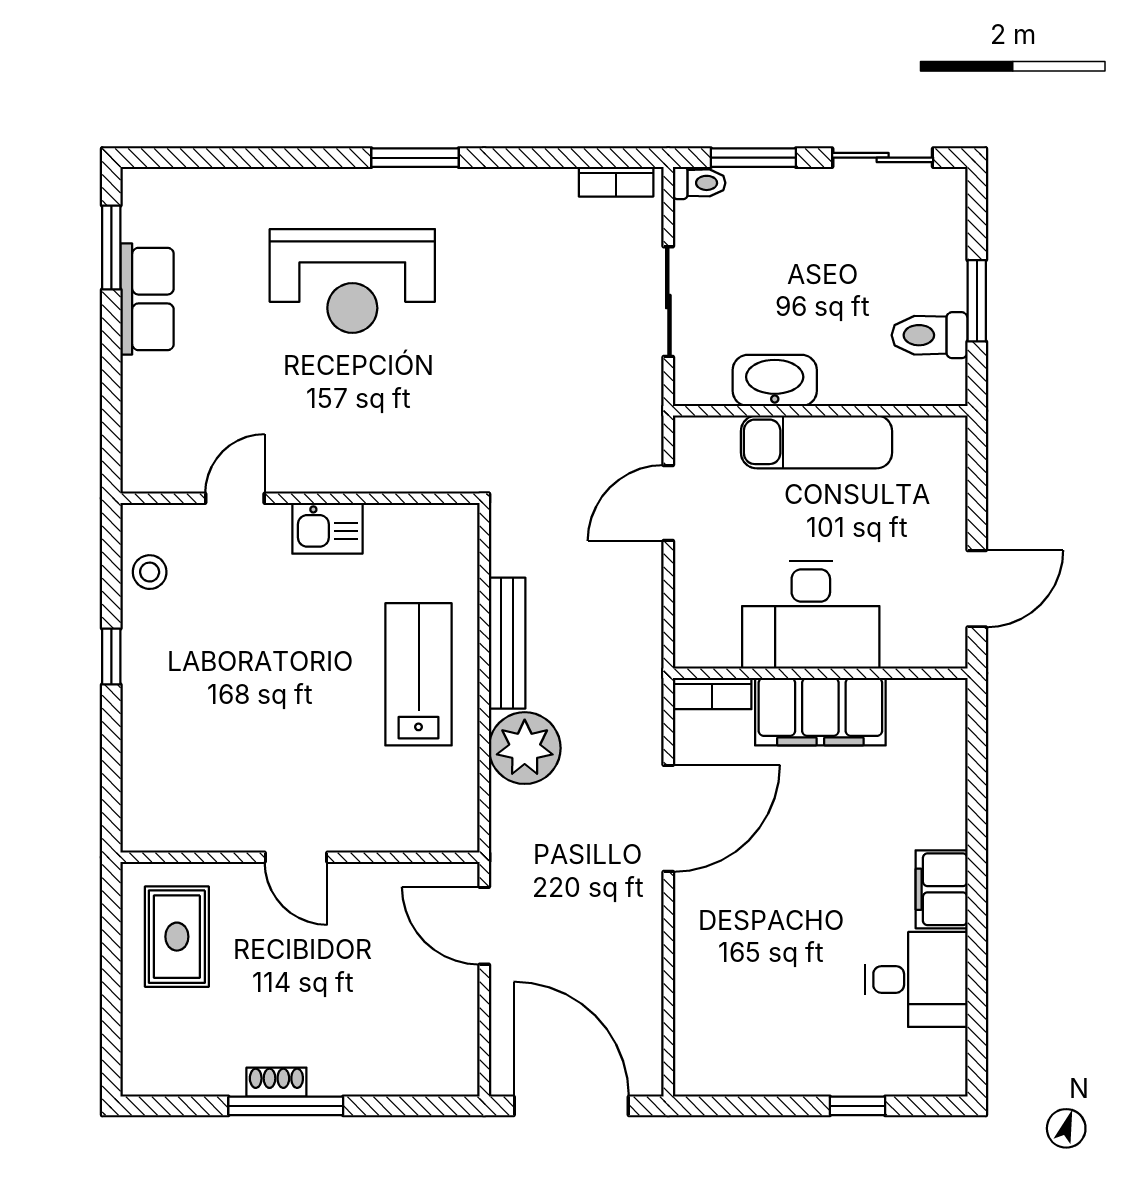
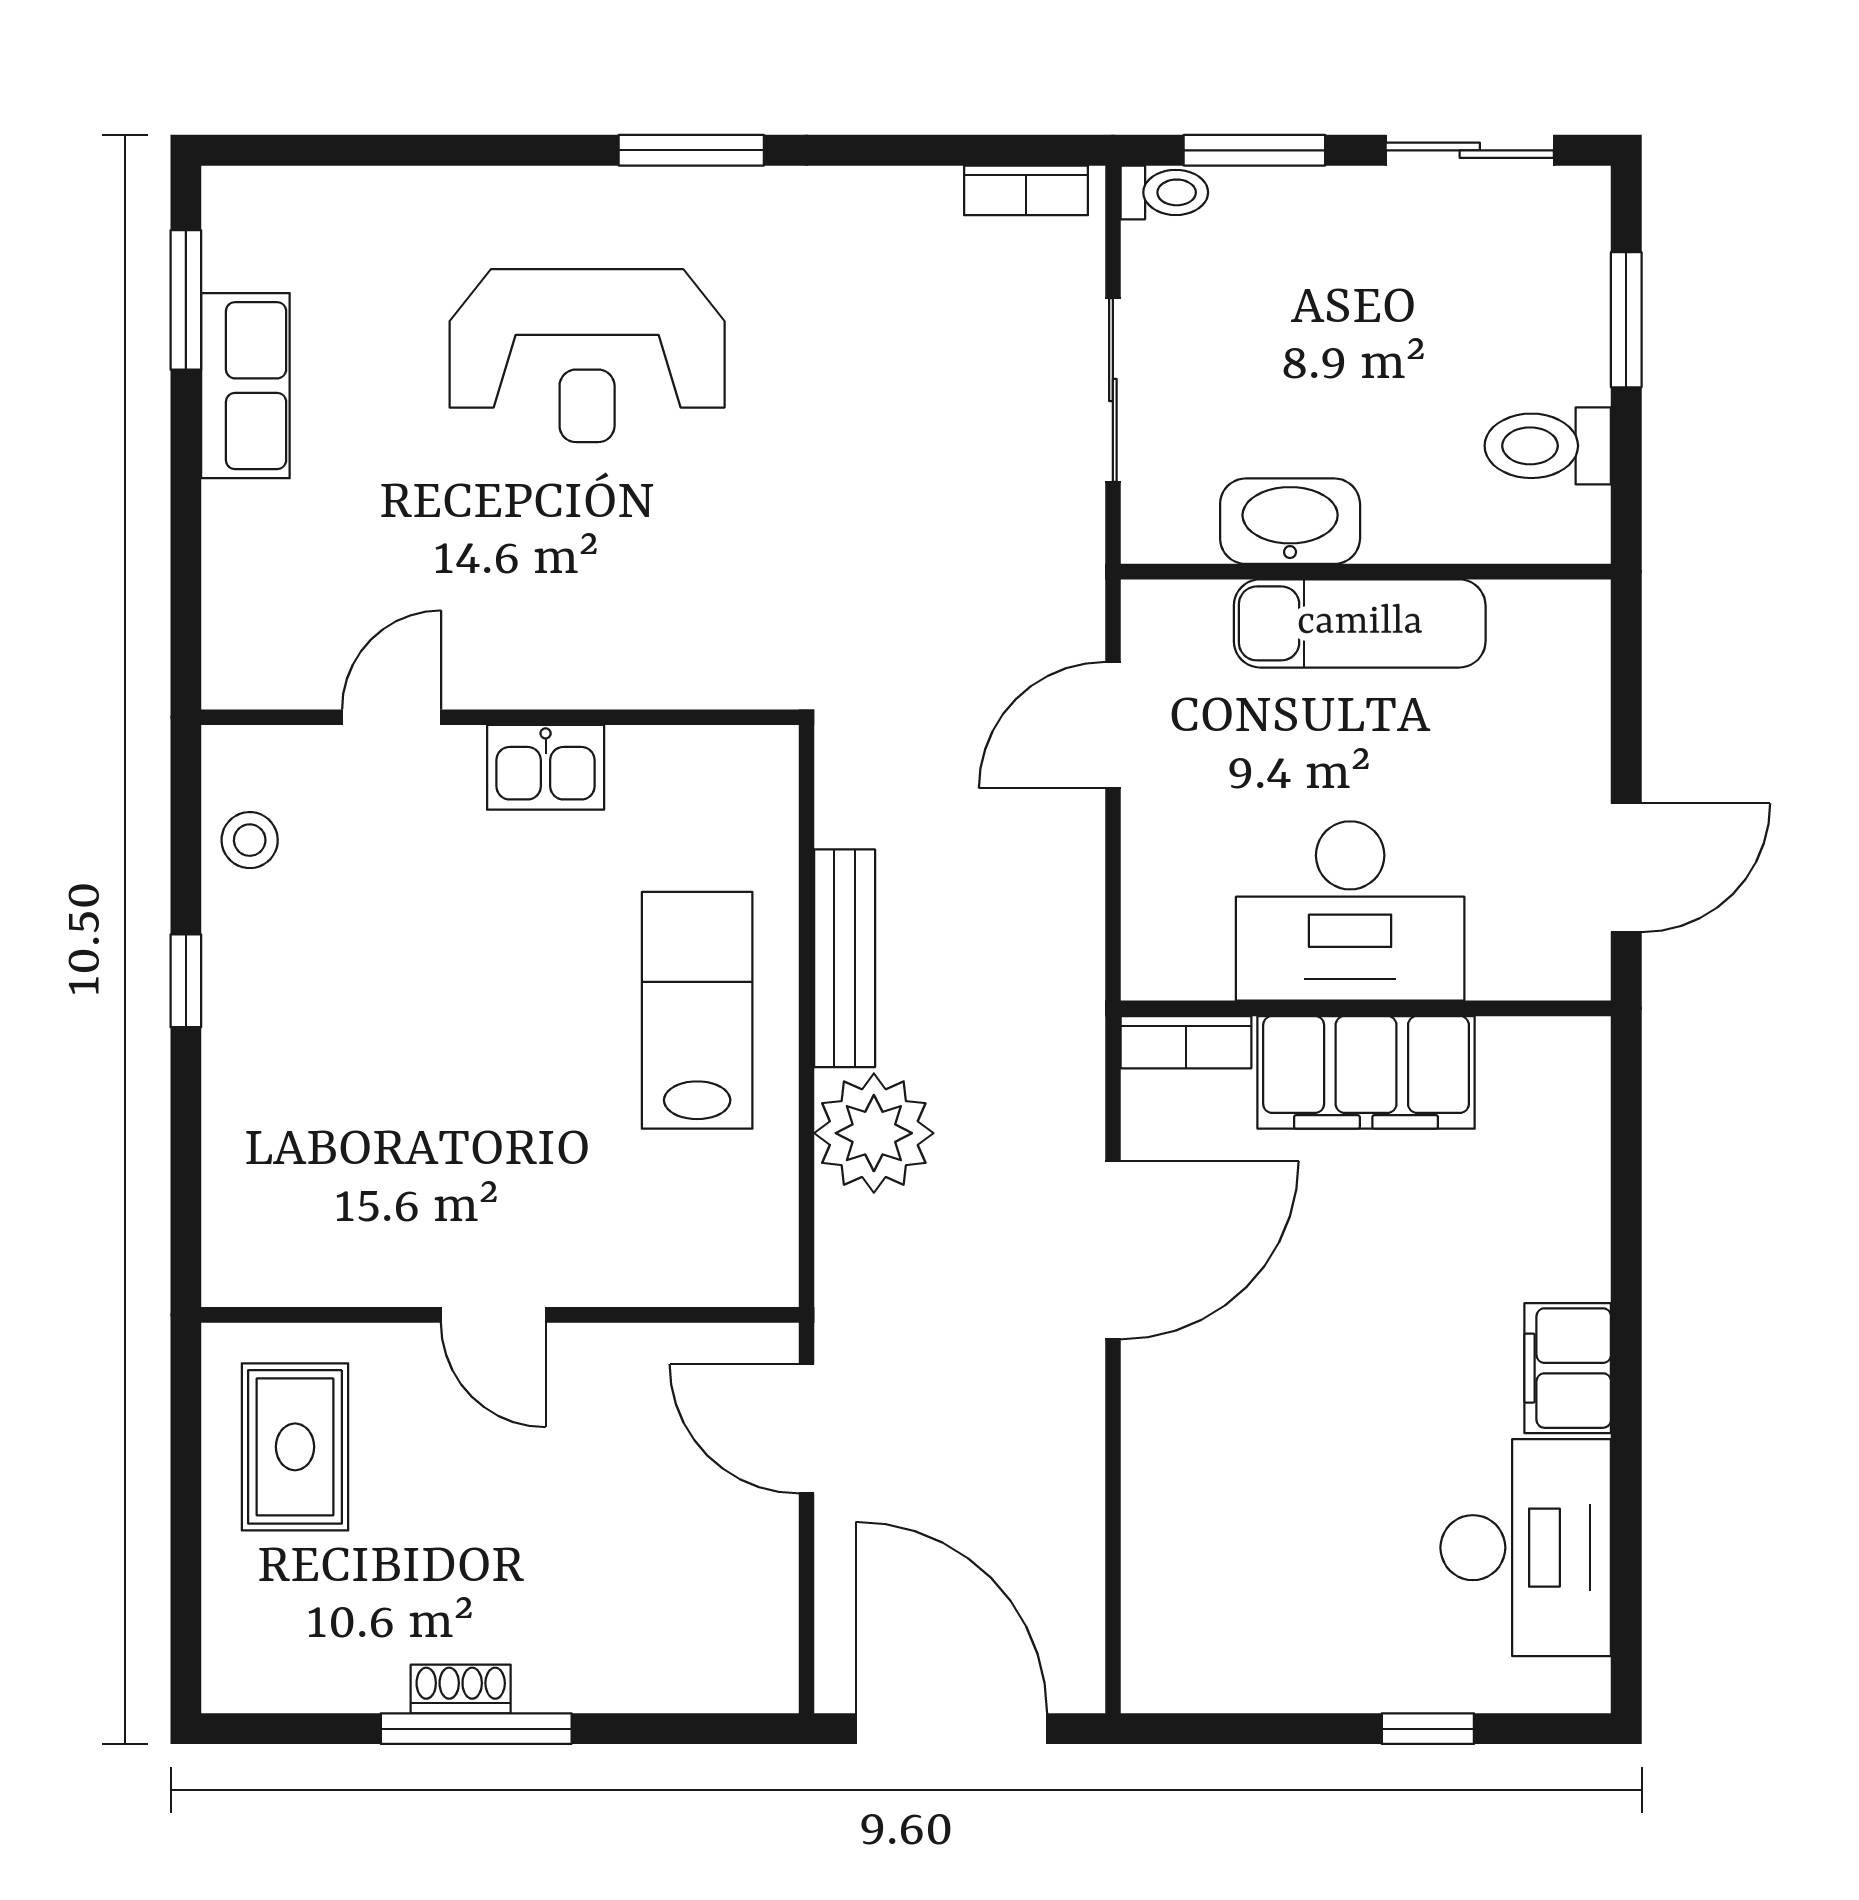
window: (977, 301) -> (1626, 320), moved
desk: (916, 979) -> (1526, 1548), width x1.37

